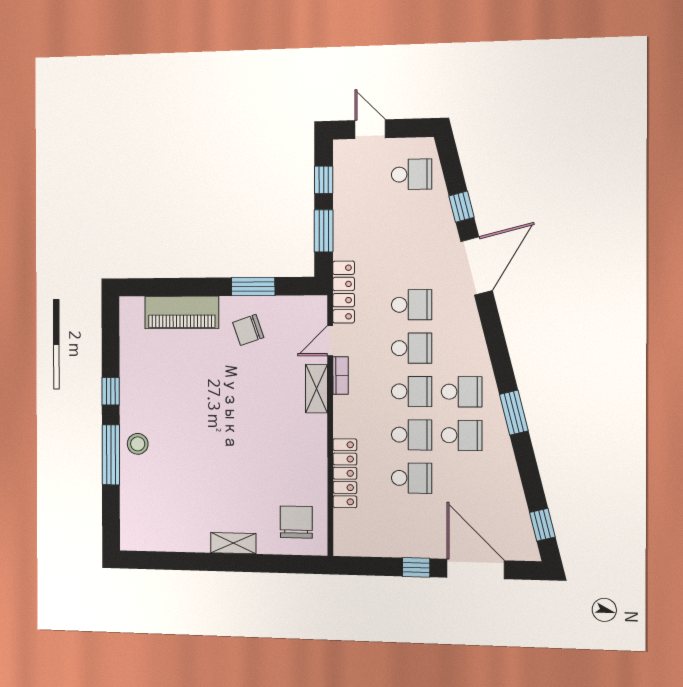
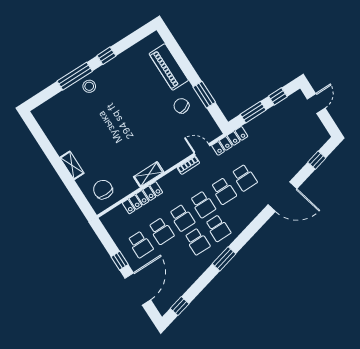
school desk: (412, 174) -> (140, 244), moved
window: (462, 207) -> (317, 160), moved
shelving: (317, 389) -> (149, 174), moved
chair: (296, 522) -> (103, 189), turned -90

